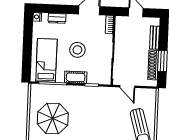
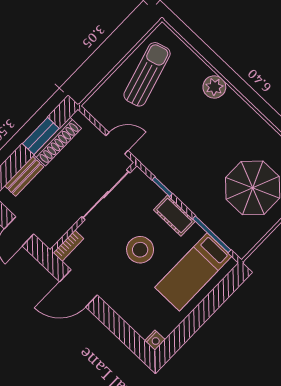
dresser: (57, 18) -> (130, 315), removed
door: (127, 87) -> (117, 143), hinge flipped

